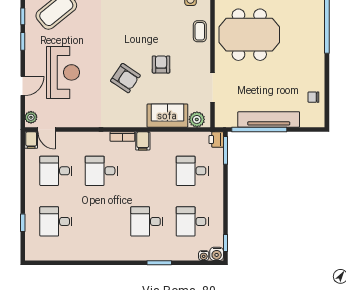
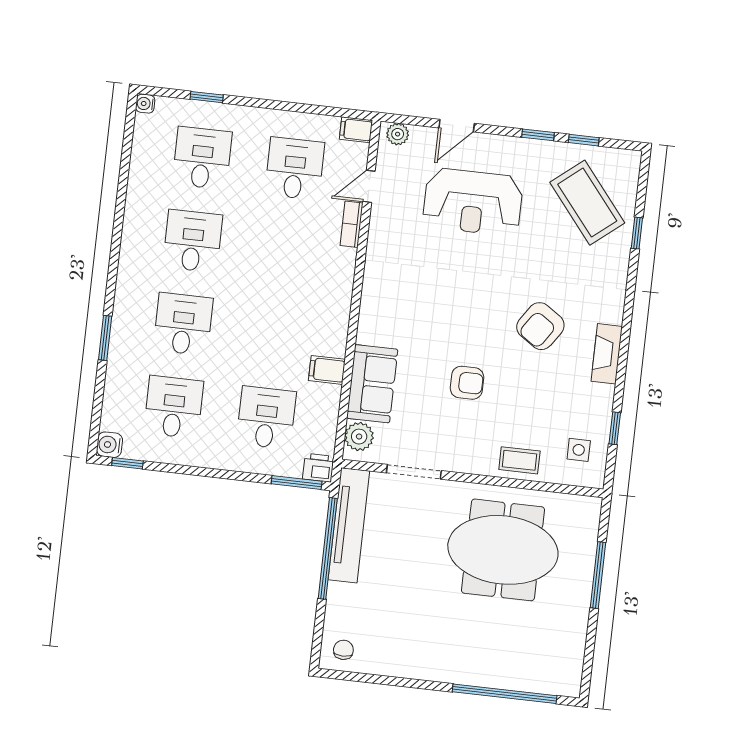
meeting table: (249, 35) -> (503, 550), turned 90
armchair: (125, 78) -> (540, 326), moved
door: (23, 86) -> (457, 126), hinge flipped
chair: (313, 97) -> (343, 650), moved
tv unit: (269, 119) -> (349, 525), moved
door: (46, 130) -> (369, 186), moved
bookcase: (122, 137) -> (352, 224), moved
filing cabinet: (143, 141) -> (327, 370), moved
desk: (101, 171) -> (193, 241), moved
water cooler: (204, 256) -> (145, 104), moved

